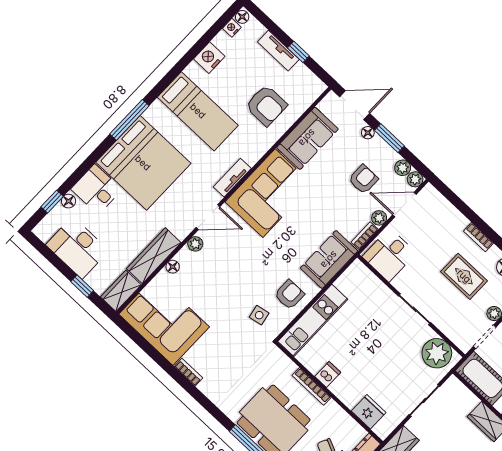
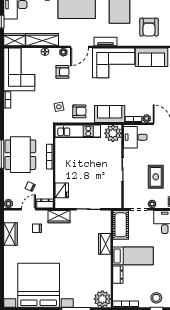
armchair: (363, 179) -> (62, 72), moved
door: (208, 217) -> (80, 47), hinge flipped
plant: (437, 353) -> (113, 133), moved
dishwasher: (328, 374) -> (61, 159), removed

